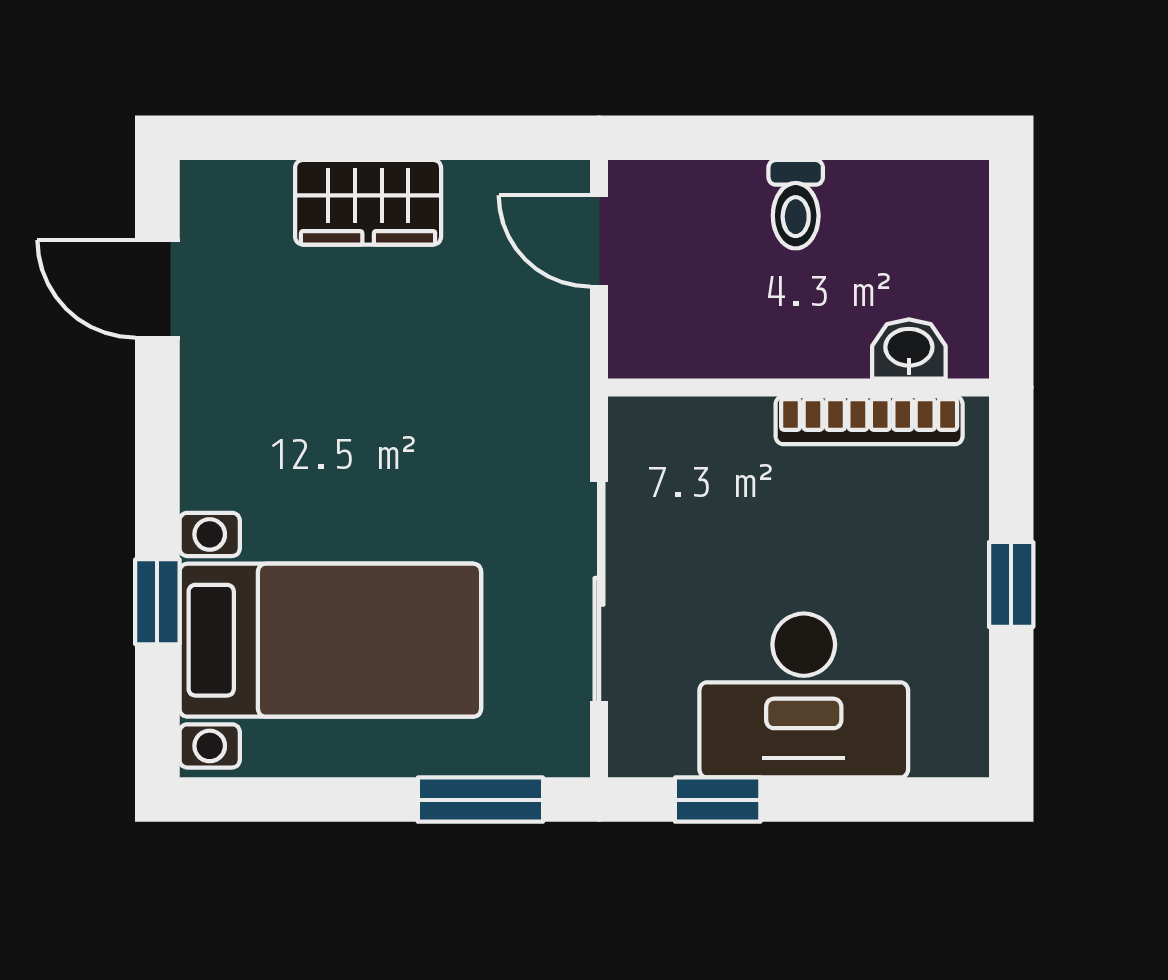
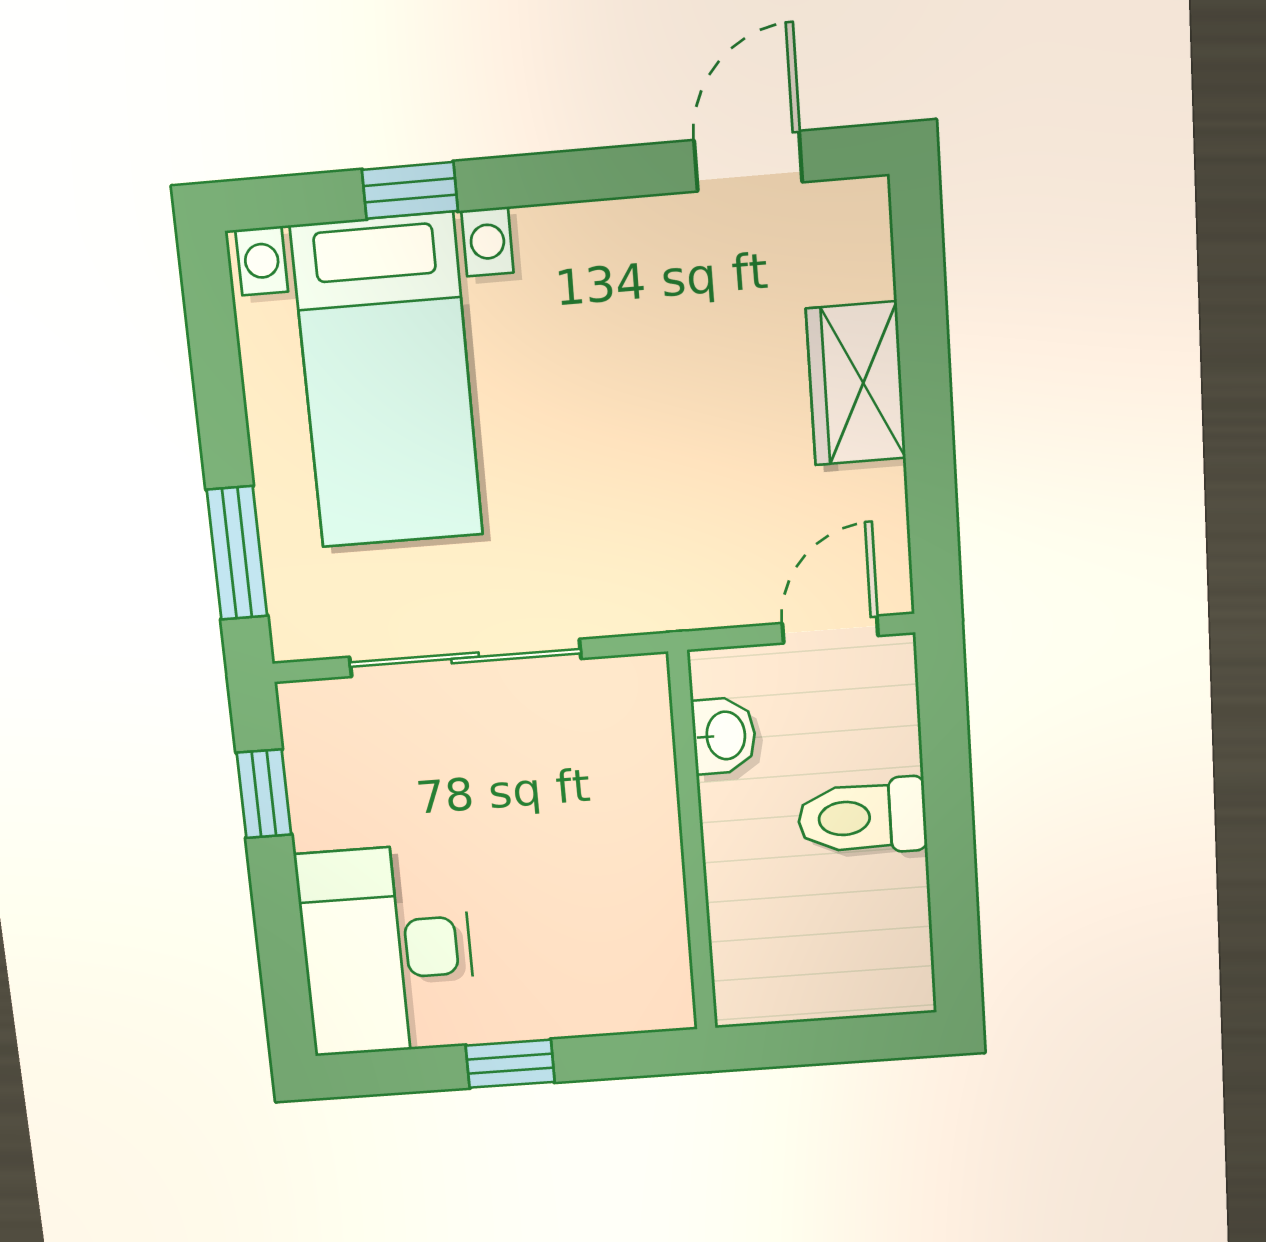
toilet: (796, 204) -> (862, 817), width x1.37, depth x1.39
washbasin: (909, 349) -> (724, 736), moved
bookcase: (869, 420) -> (664, 915), removed
desk: (804, 695) -> (387, 950), moved

